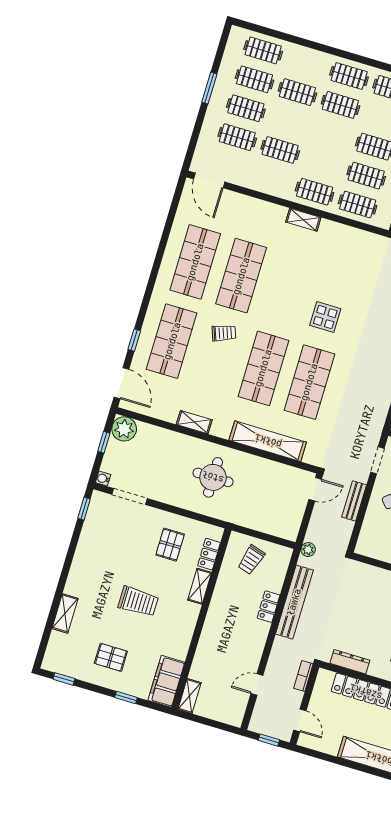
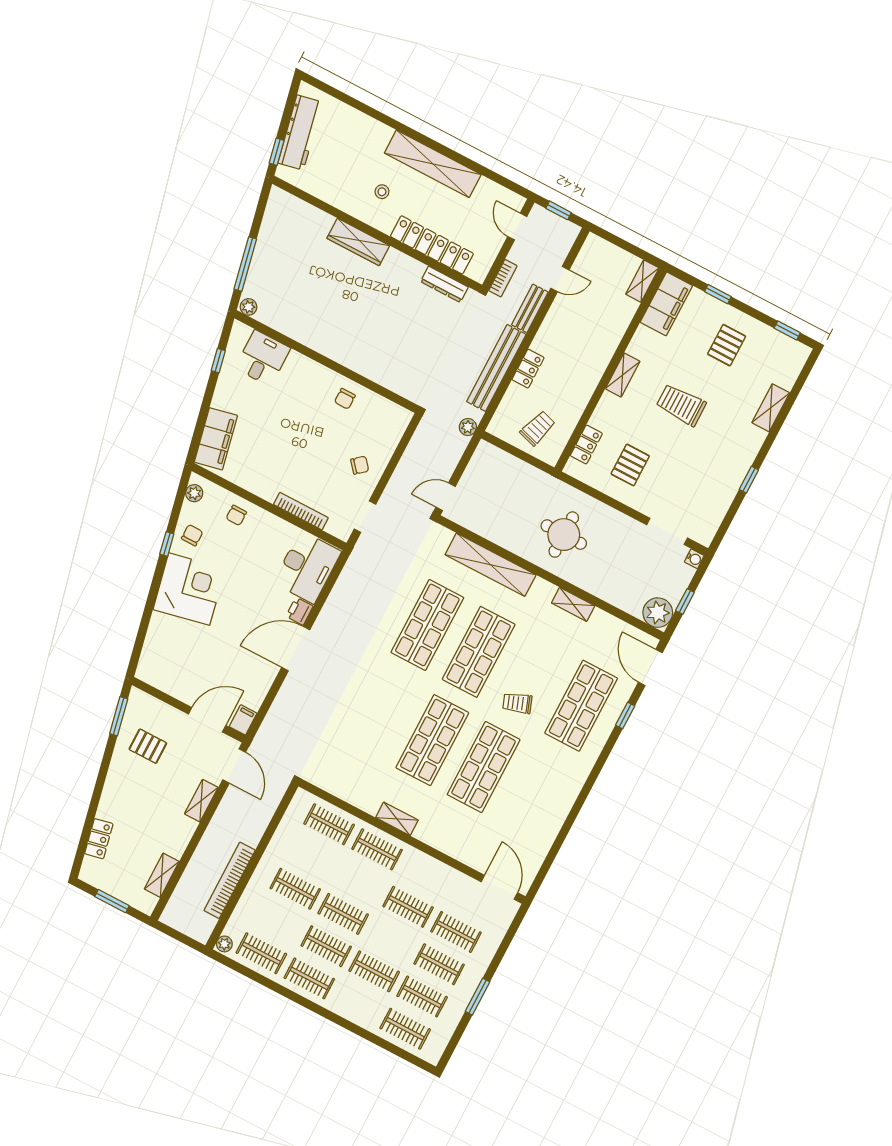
clothes rail: (366, 176) -> (343, 914), moved
shop shelf: (195, 262) -> (432, 740), moved
display table: (325, 317) -> (394, 698), removed
bench: (354, 501) -> (530, 308), moved
window: (84, 509) -> (749, 480), moved
shelving: (200, 586) -> (623, 375), moved
pallet: (111, 657) -> (727, 345), turned 90

